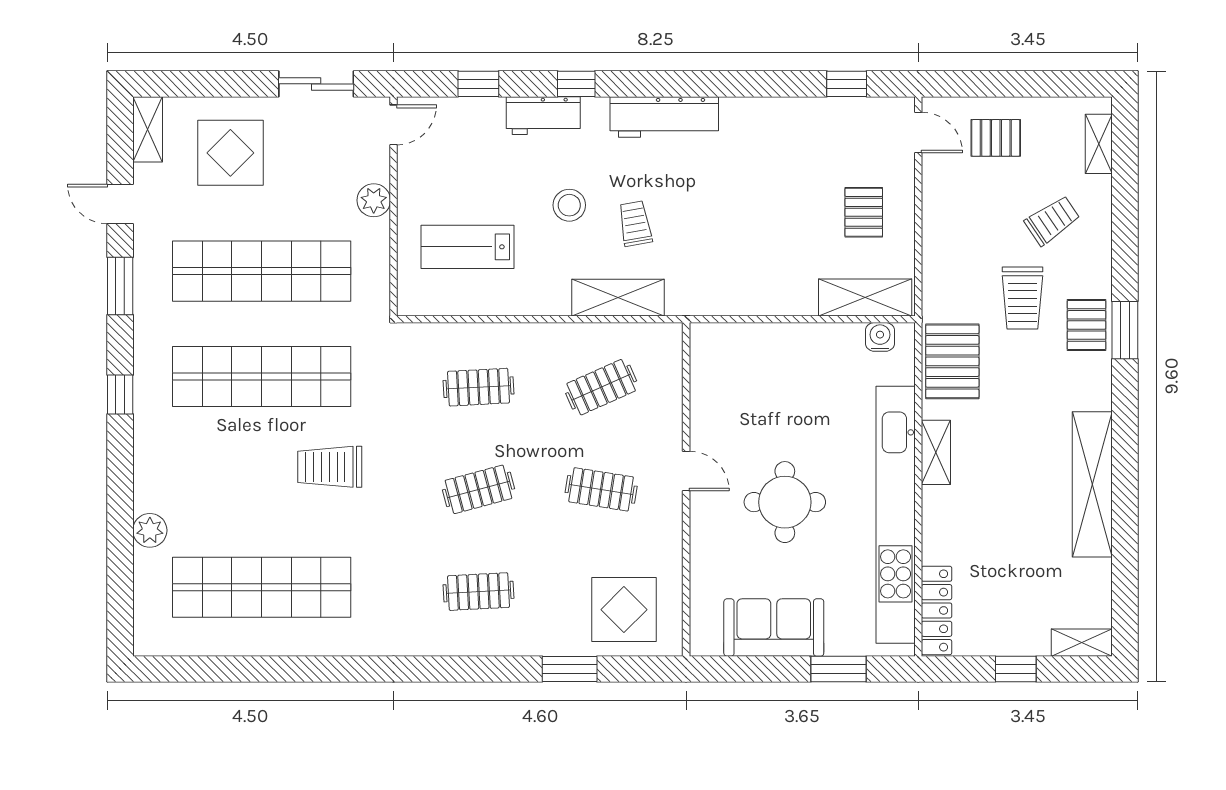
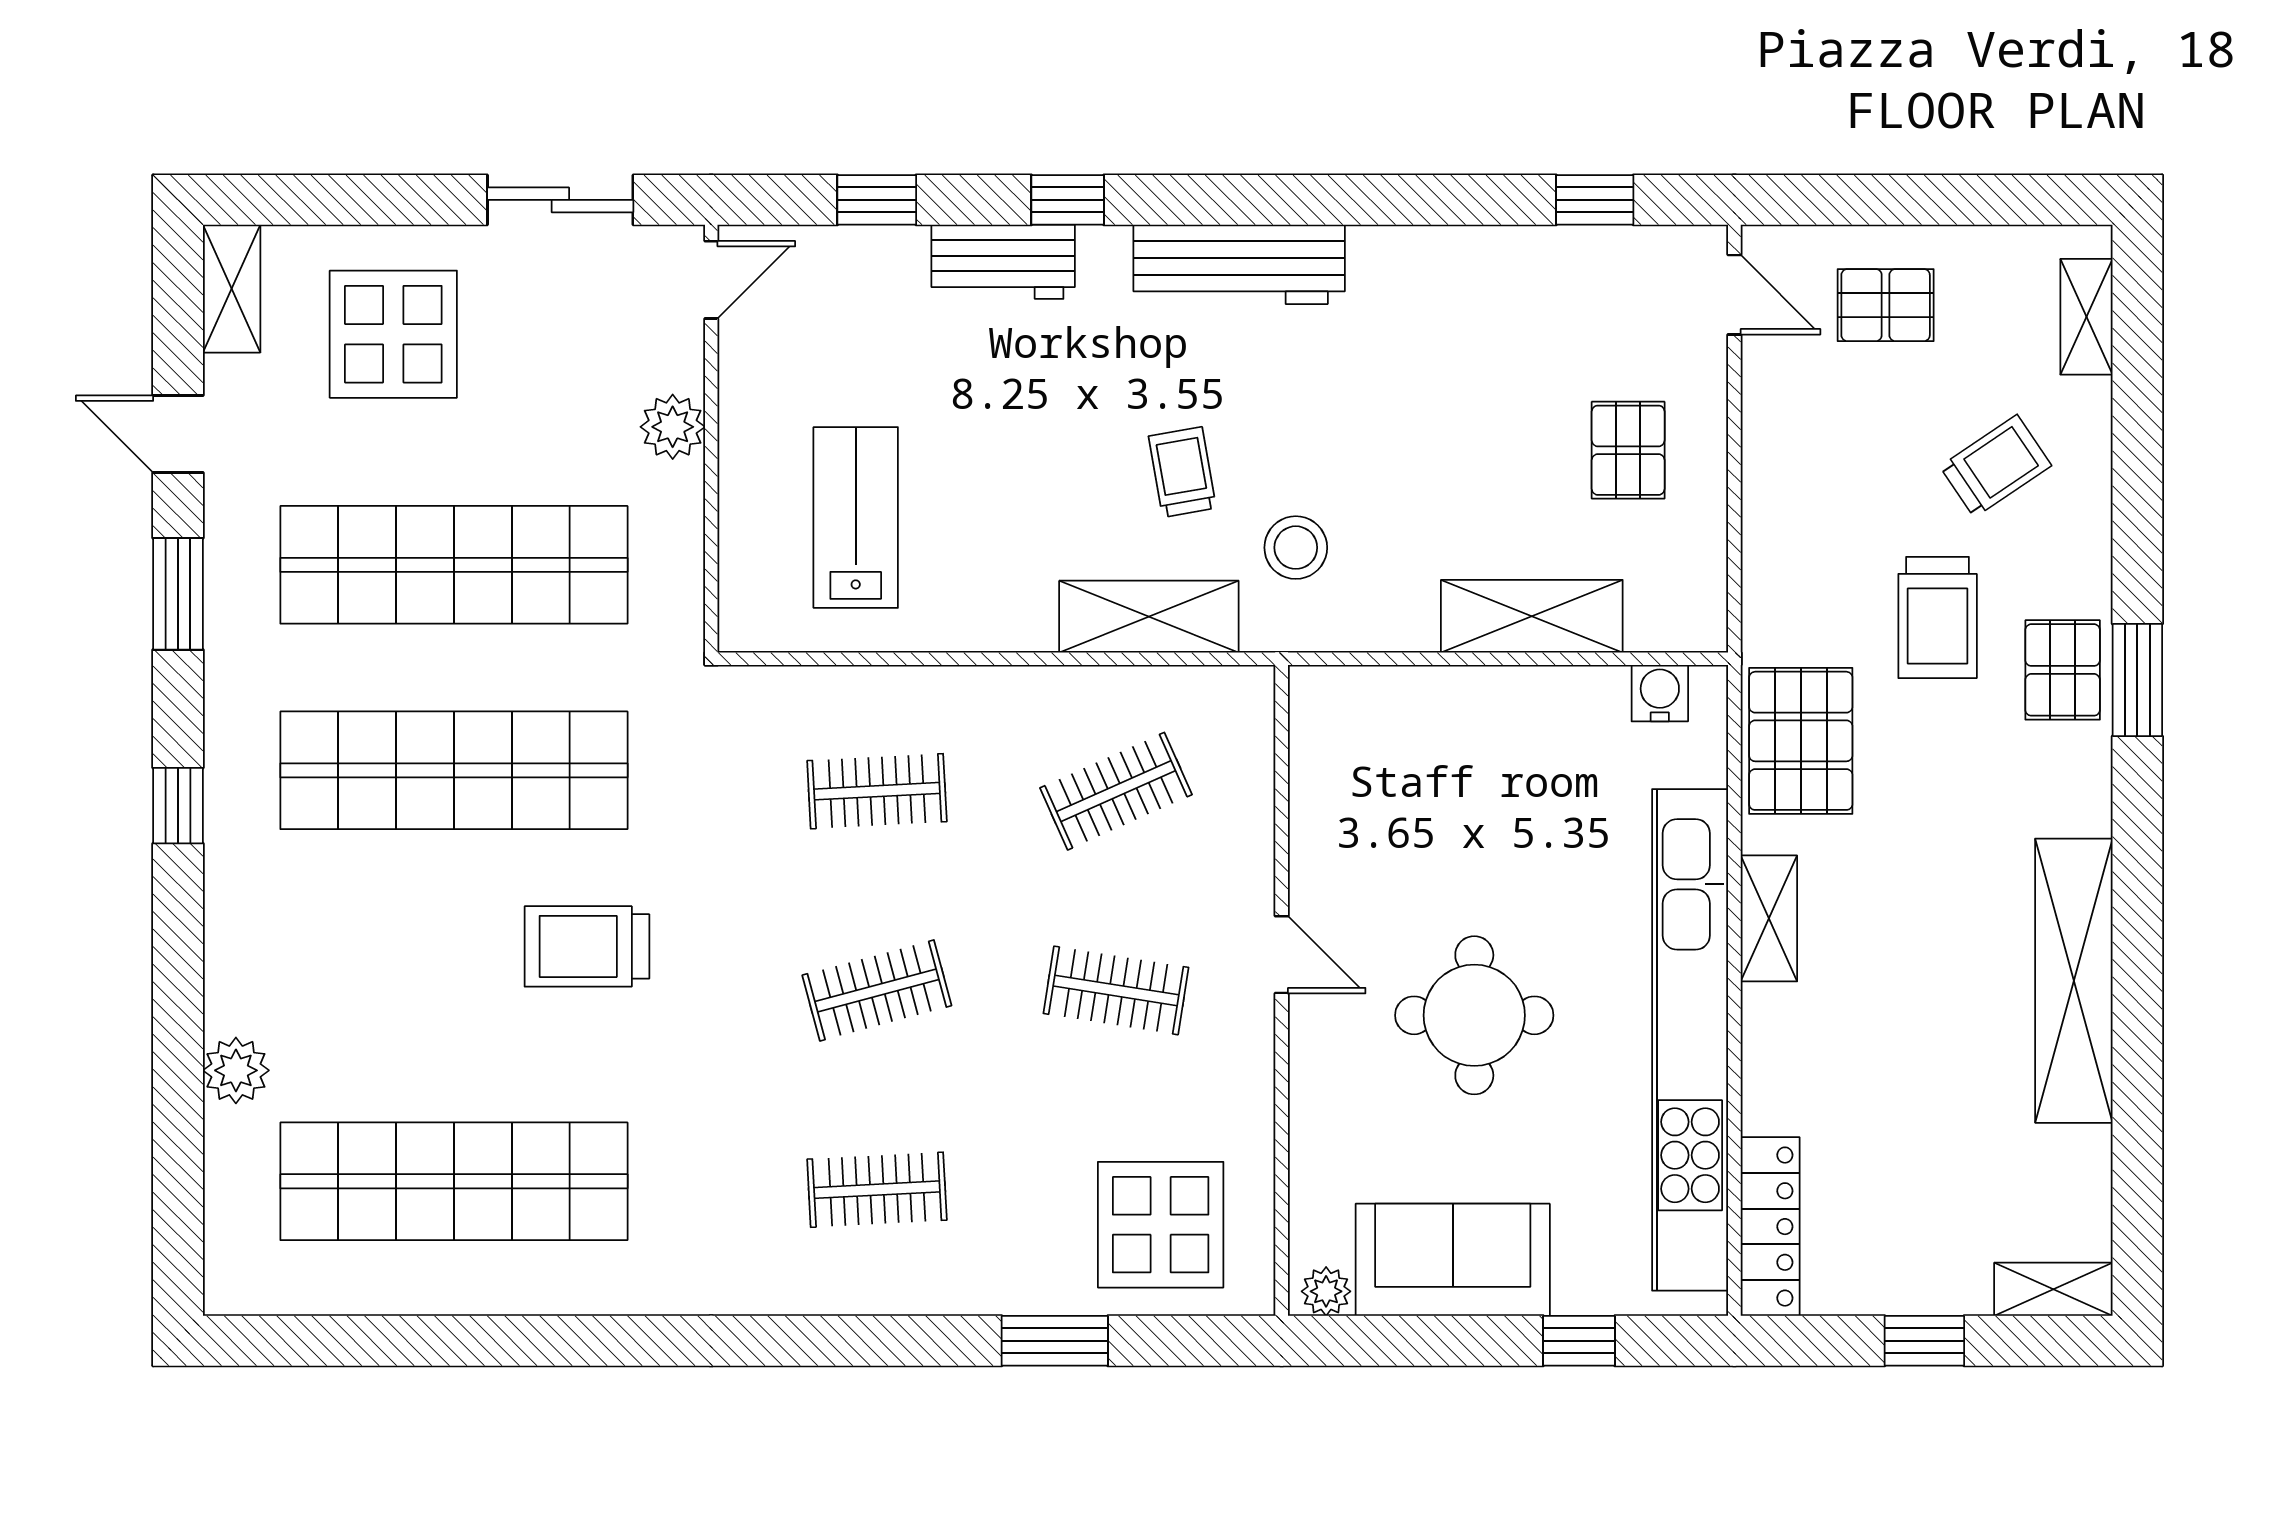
stool: (569, 205) -> (1296, 548), moved
lab bench: (468, 247) -> (856, 518), turned 90
shelving: (865, 297) -> (1532, 616), moved
plant: (709, 644) -> (1326, 1291), added
window: (839, 669) -> (1579, 1341), width x0.67

